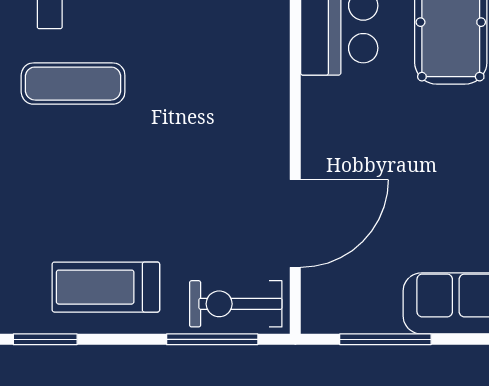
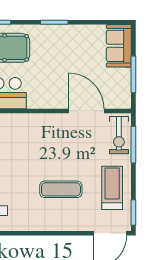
exercise mat: (73, 84) -> (61, 189), moved, turned 90
treadmill: (106, 287) -> (112, 188), turned 180

